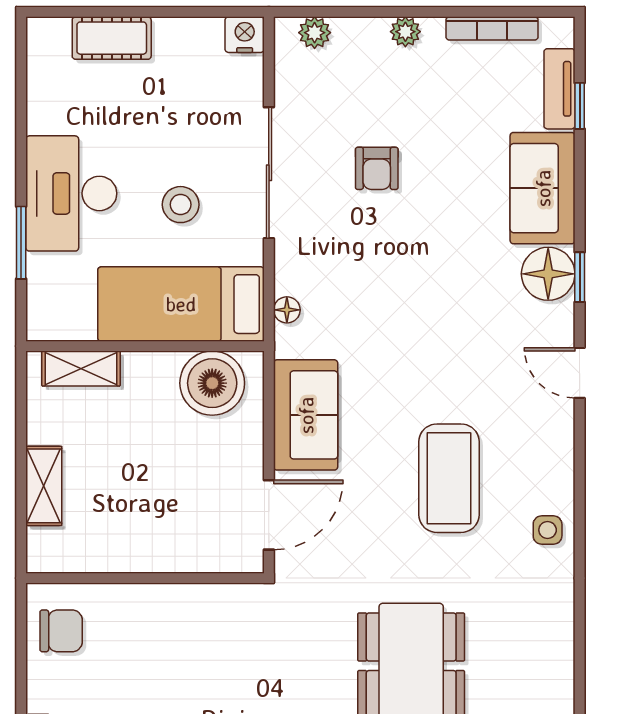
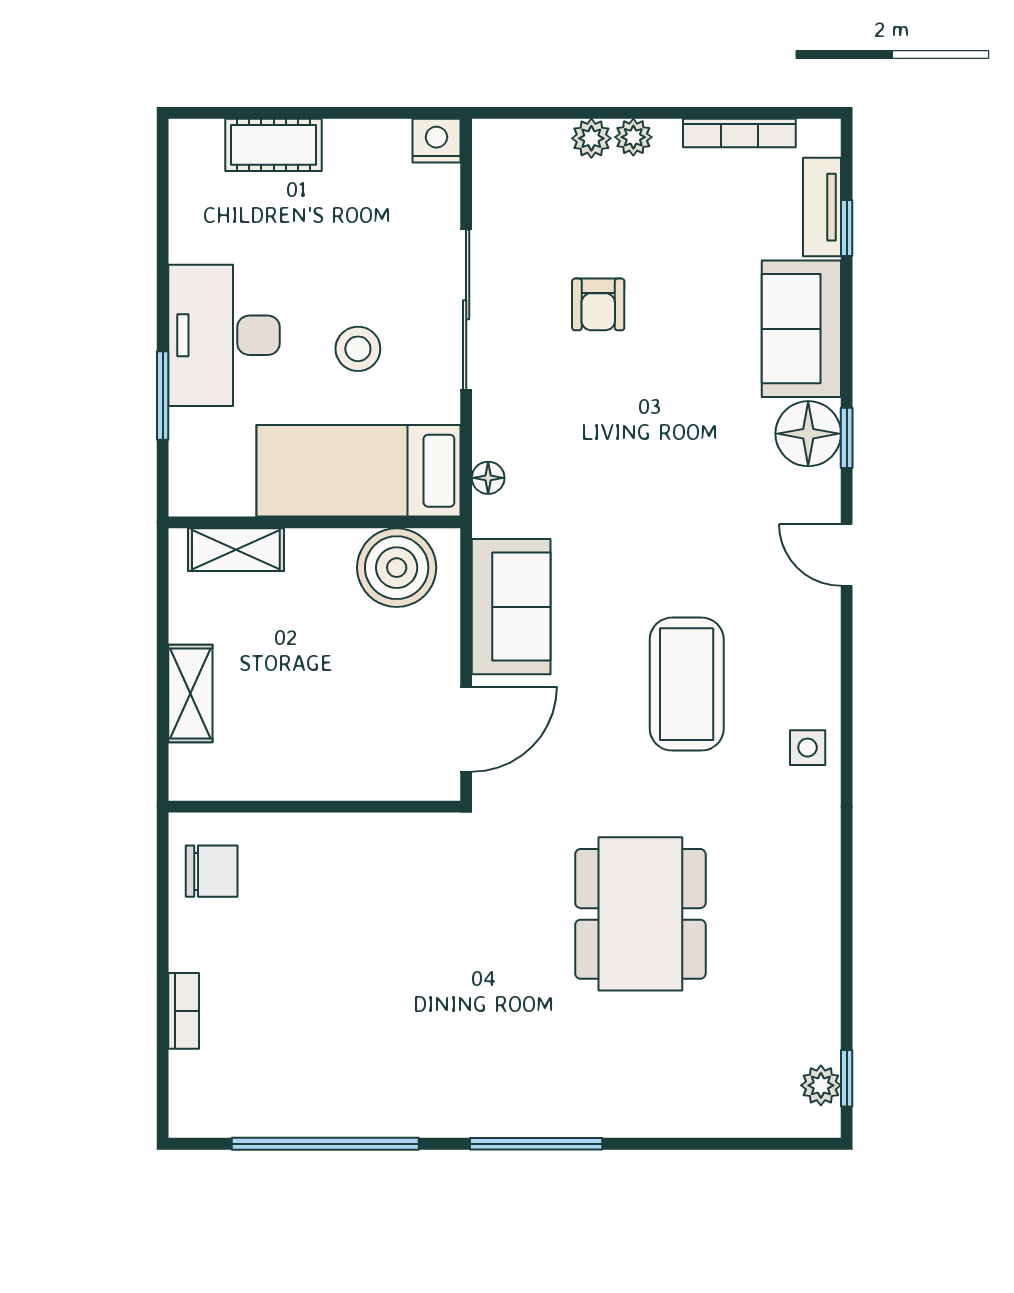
plant: (315, 33) -> (591, 138), moved

